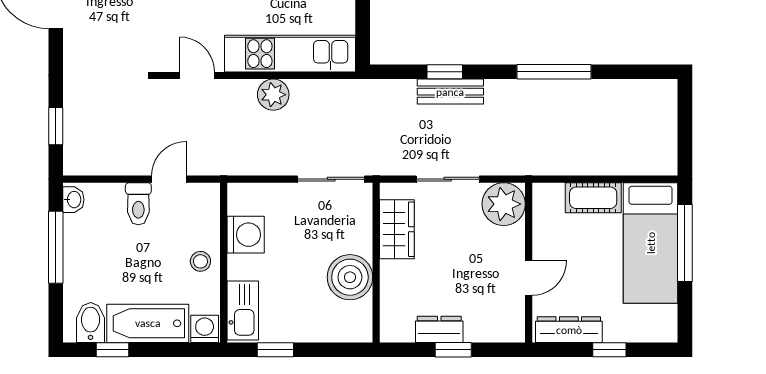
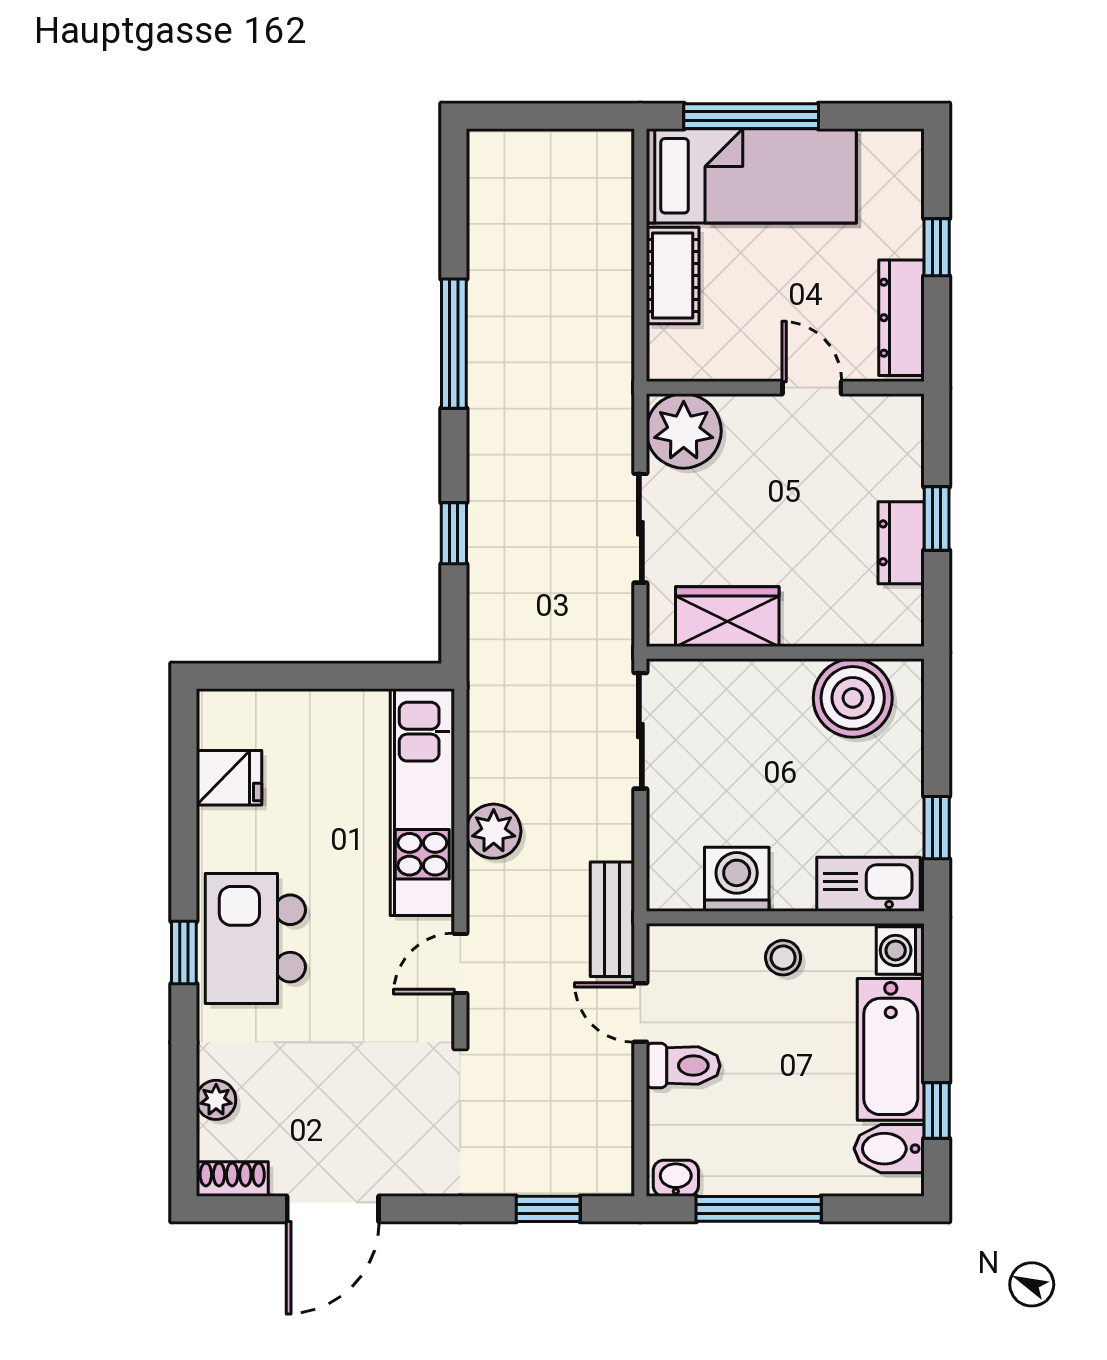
bench: (450, 92) -> (612, 919), moved
boiler: (350, 277) -> (853, 698), moved

